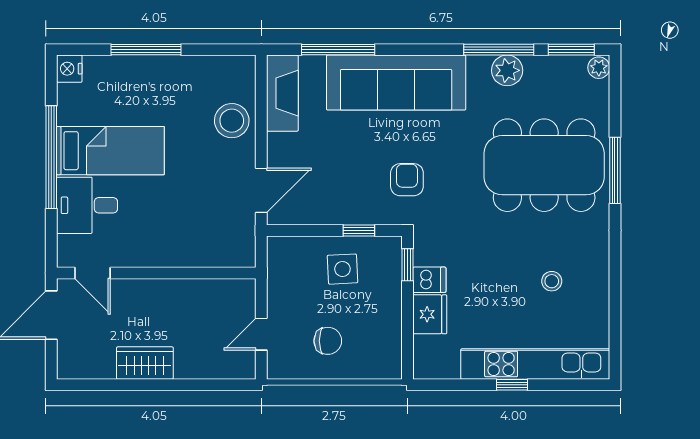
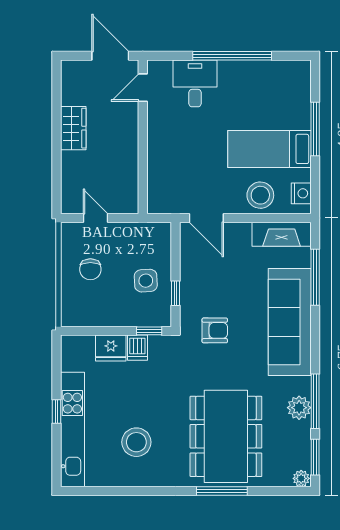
nightstand: (69, 69) -> (301, 193), moved, turned 90
bed: (110, 151) -> (269, 149), moved, turned 90
stool: (552, 281) -> (136, 442), width x1.89, depth x1.89

